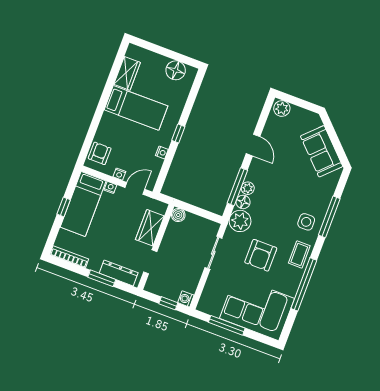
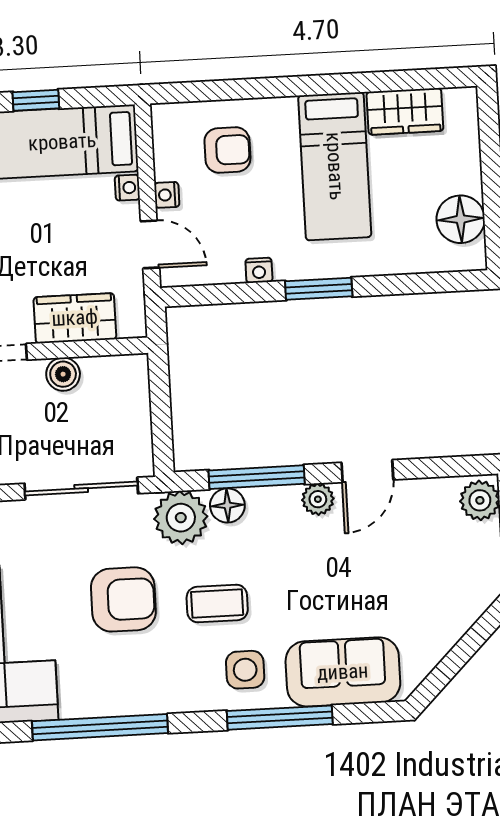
window: (178, 134) -> (319, 289), width x1.50
sofa: (322, 151) -> (343, 672), moved, turned 45
armchair: (100, 153) -> (227, 150), moved
plant: (248, 188) -> (318, 499), moved
boiler: (178, 215) -> (63, 374), moved
sliding door: (213, 253) -> (81, 489), width x1.37
coffee table: (299, 254) -> (217, 604), moved
armchair: (261, 255) -> (123, 599), turned 180

